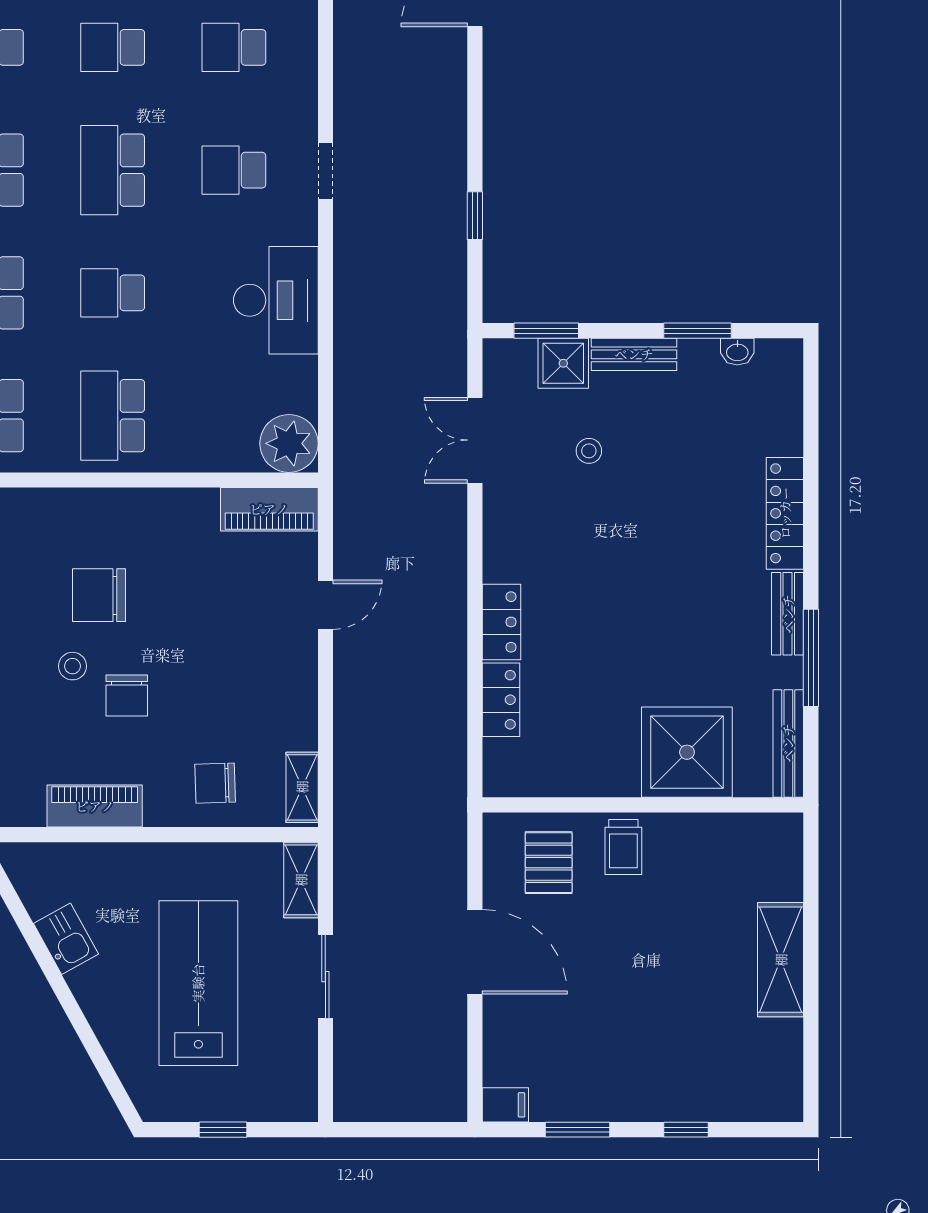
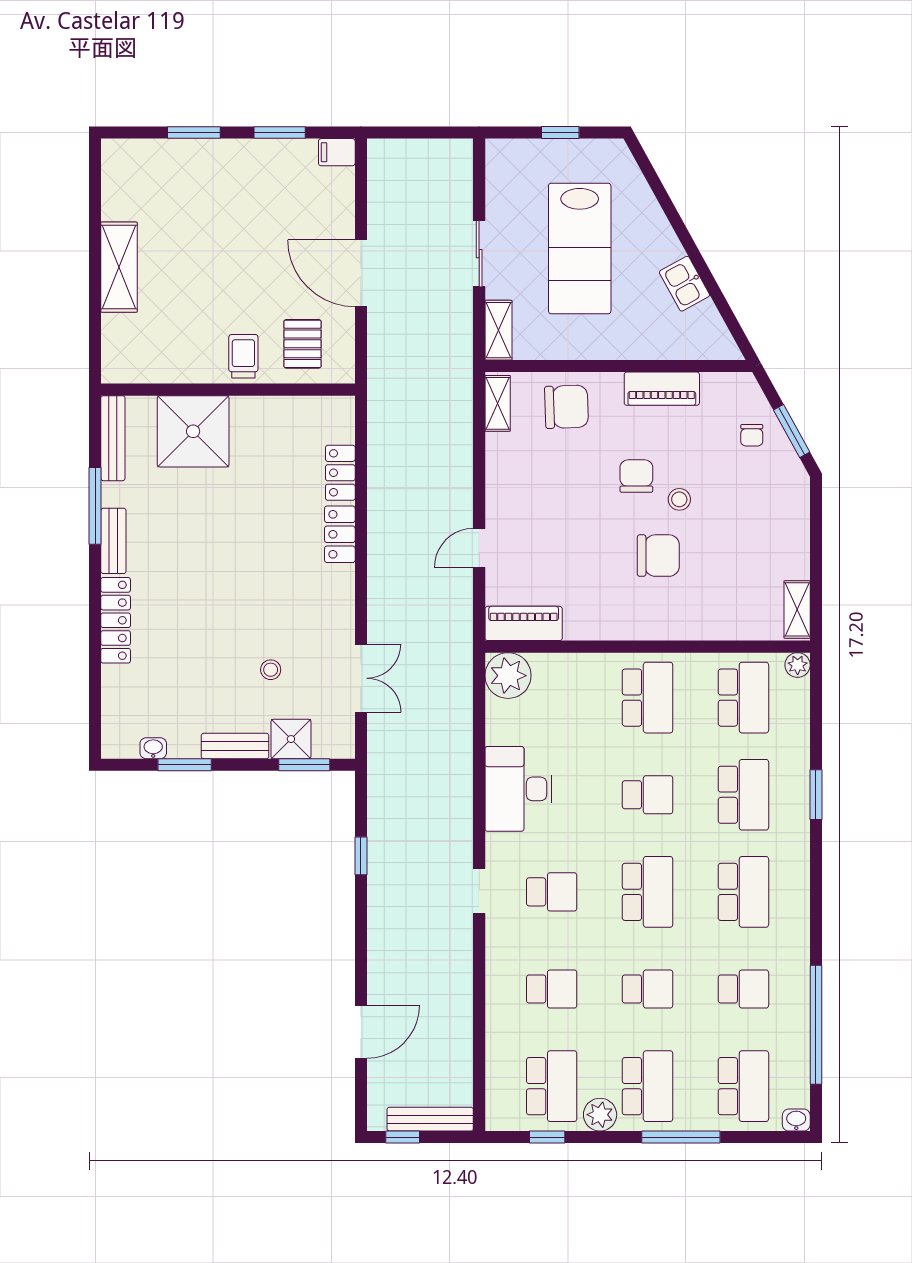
chair: (215, 783) -> (566, 407), width x1.37, depth x1.37
window: (686, 1130) -> (194, 133), width x1.50

